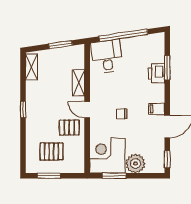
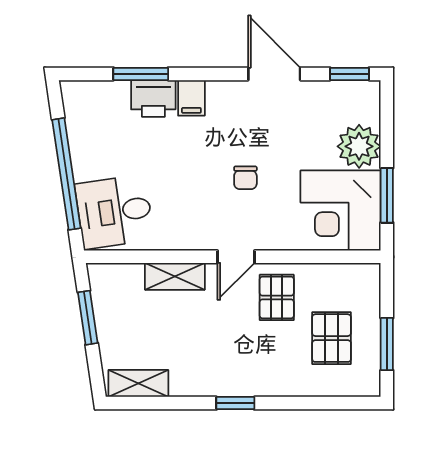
filing cabinet: (157, 109) -> (191, 98), moved

